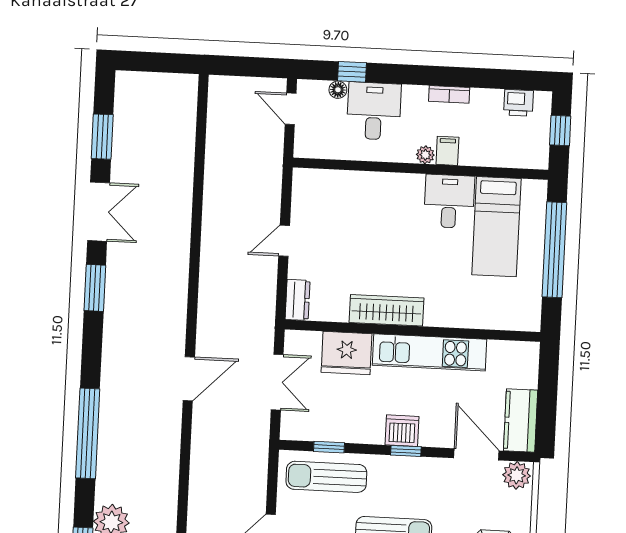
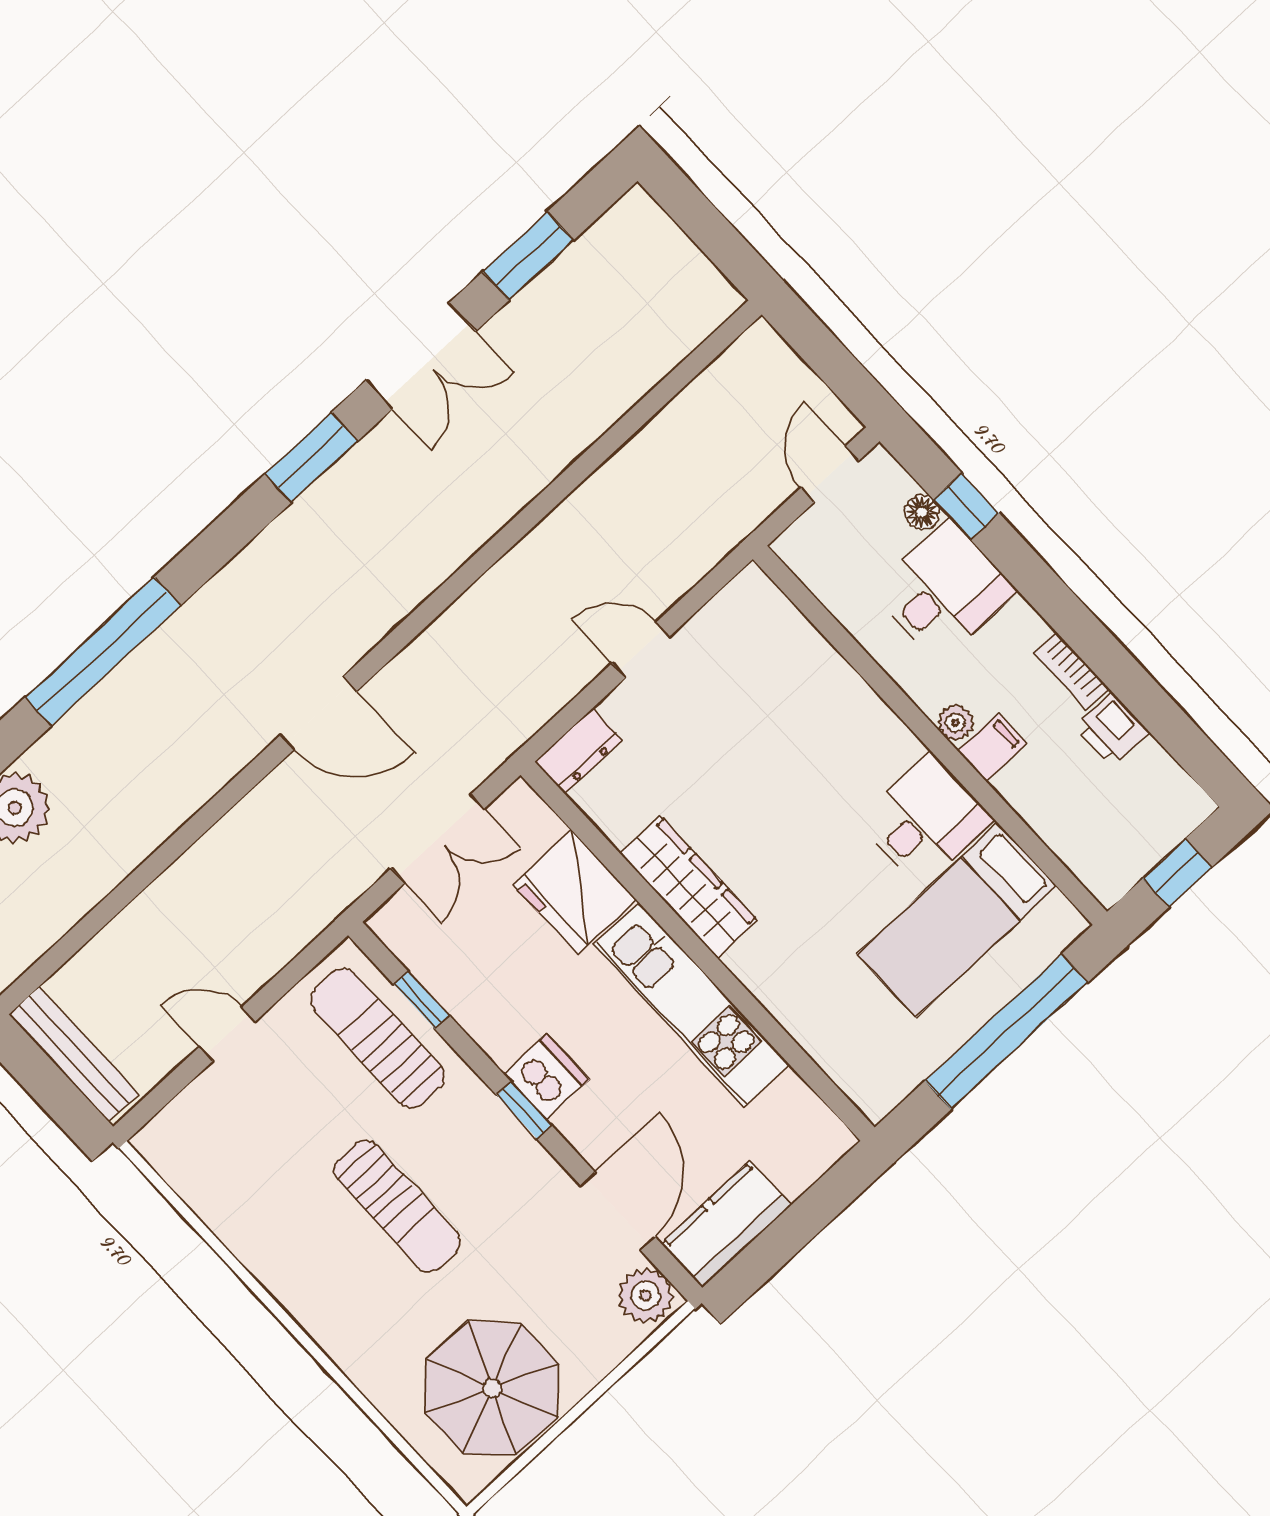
printer: (519, 103) -> (1113, 729), moved

